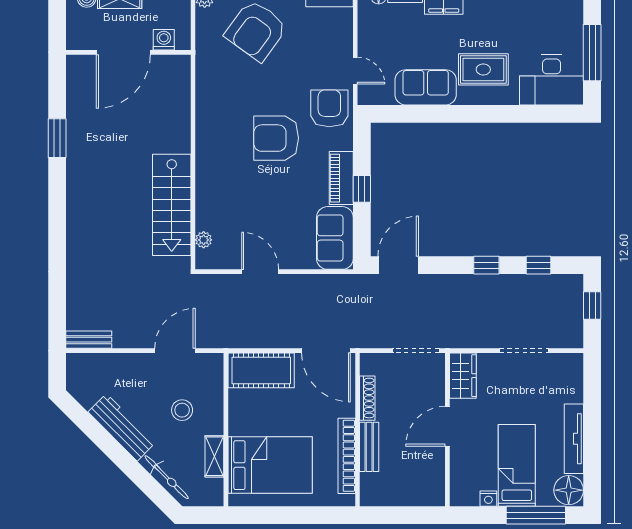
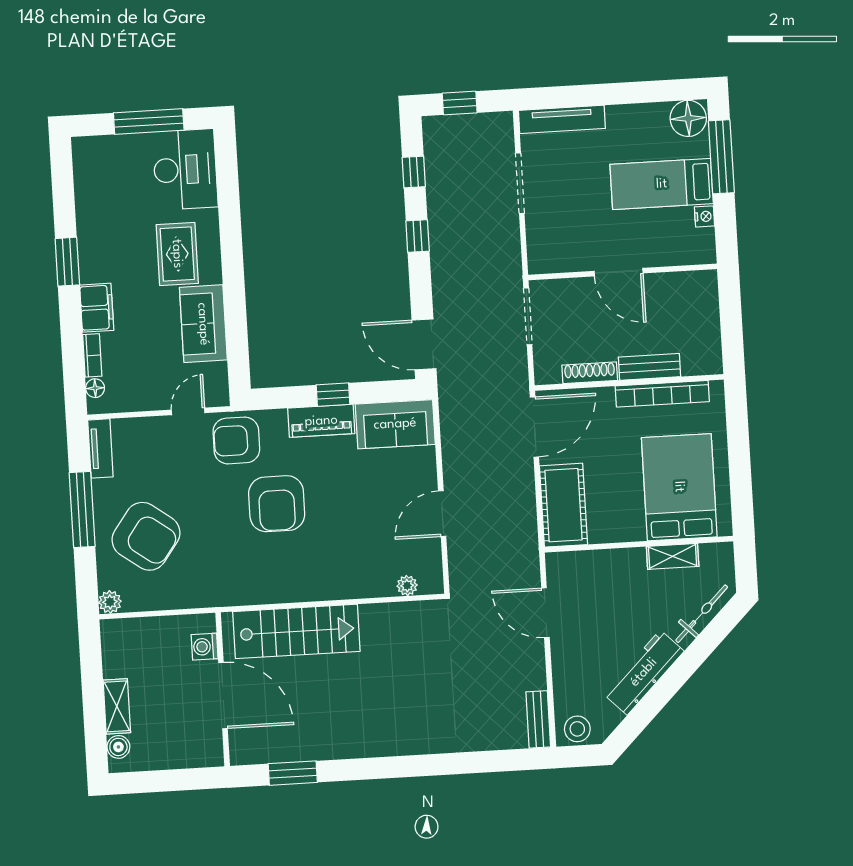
washing machine: (164, 40) -> (205, 647), moved
door: (123, 52) -> (223, 696), moved
wall: (128, 52) -> (223, 689), moved
stairs: (172, 205) -> (296, 631), moved
wardrobe: (463, 376) -> (555, 257), removed
stool: (182, 410) -> (577, 729), moved
tv unit: (574, 439) -> (562, 119), moved

